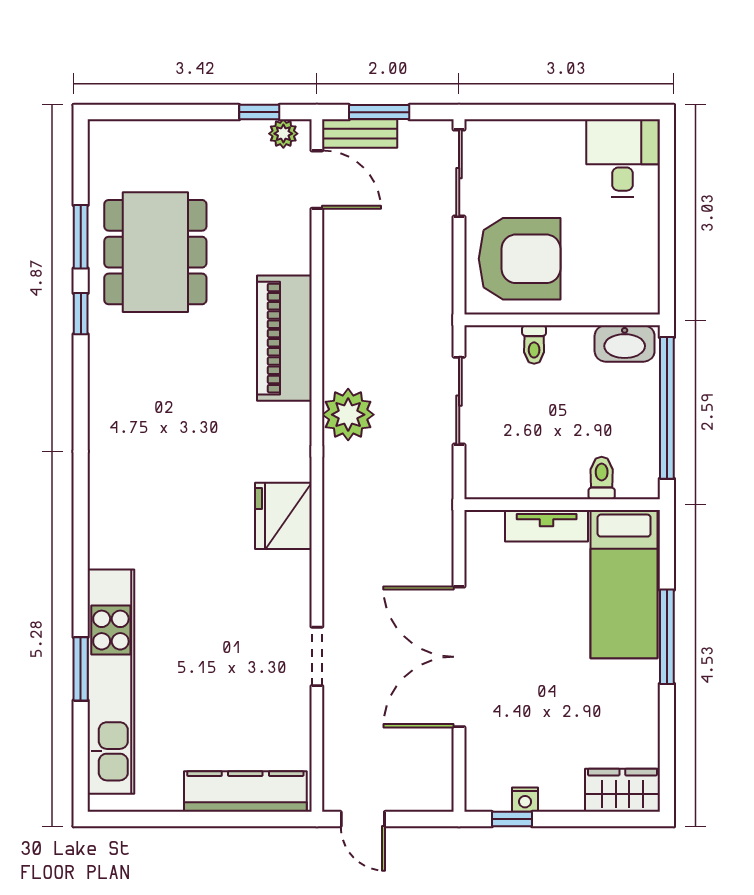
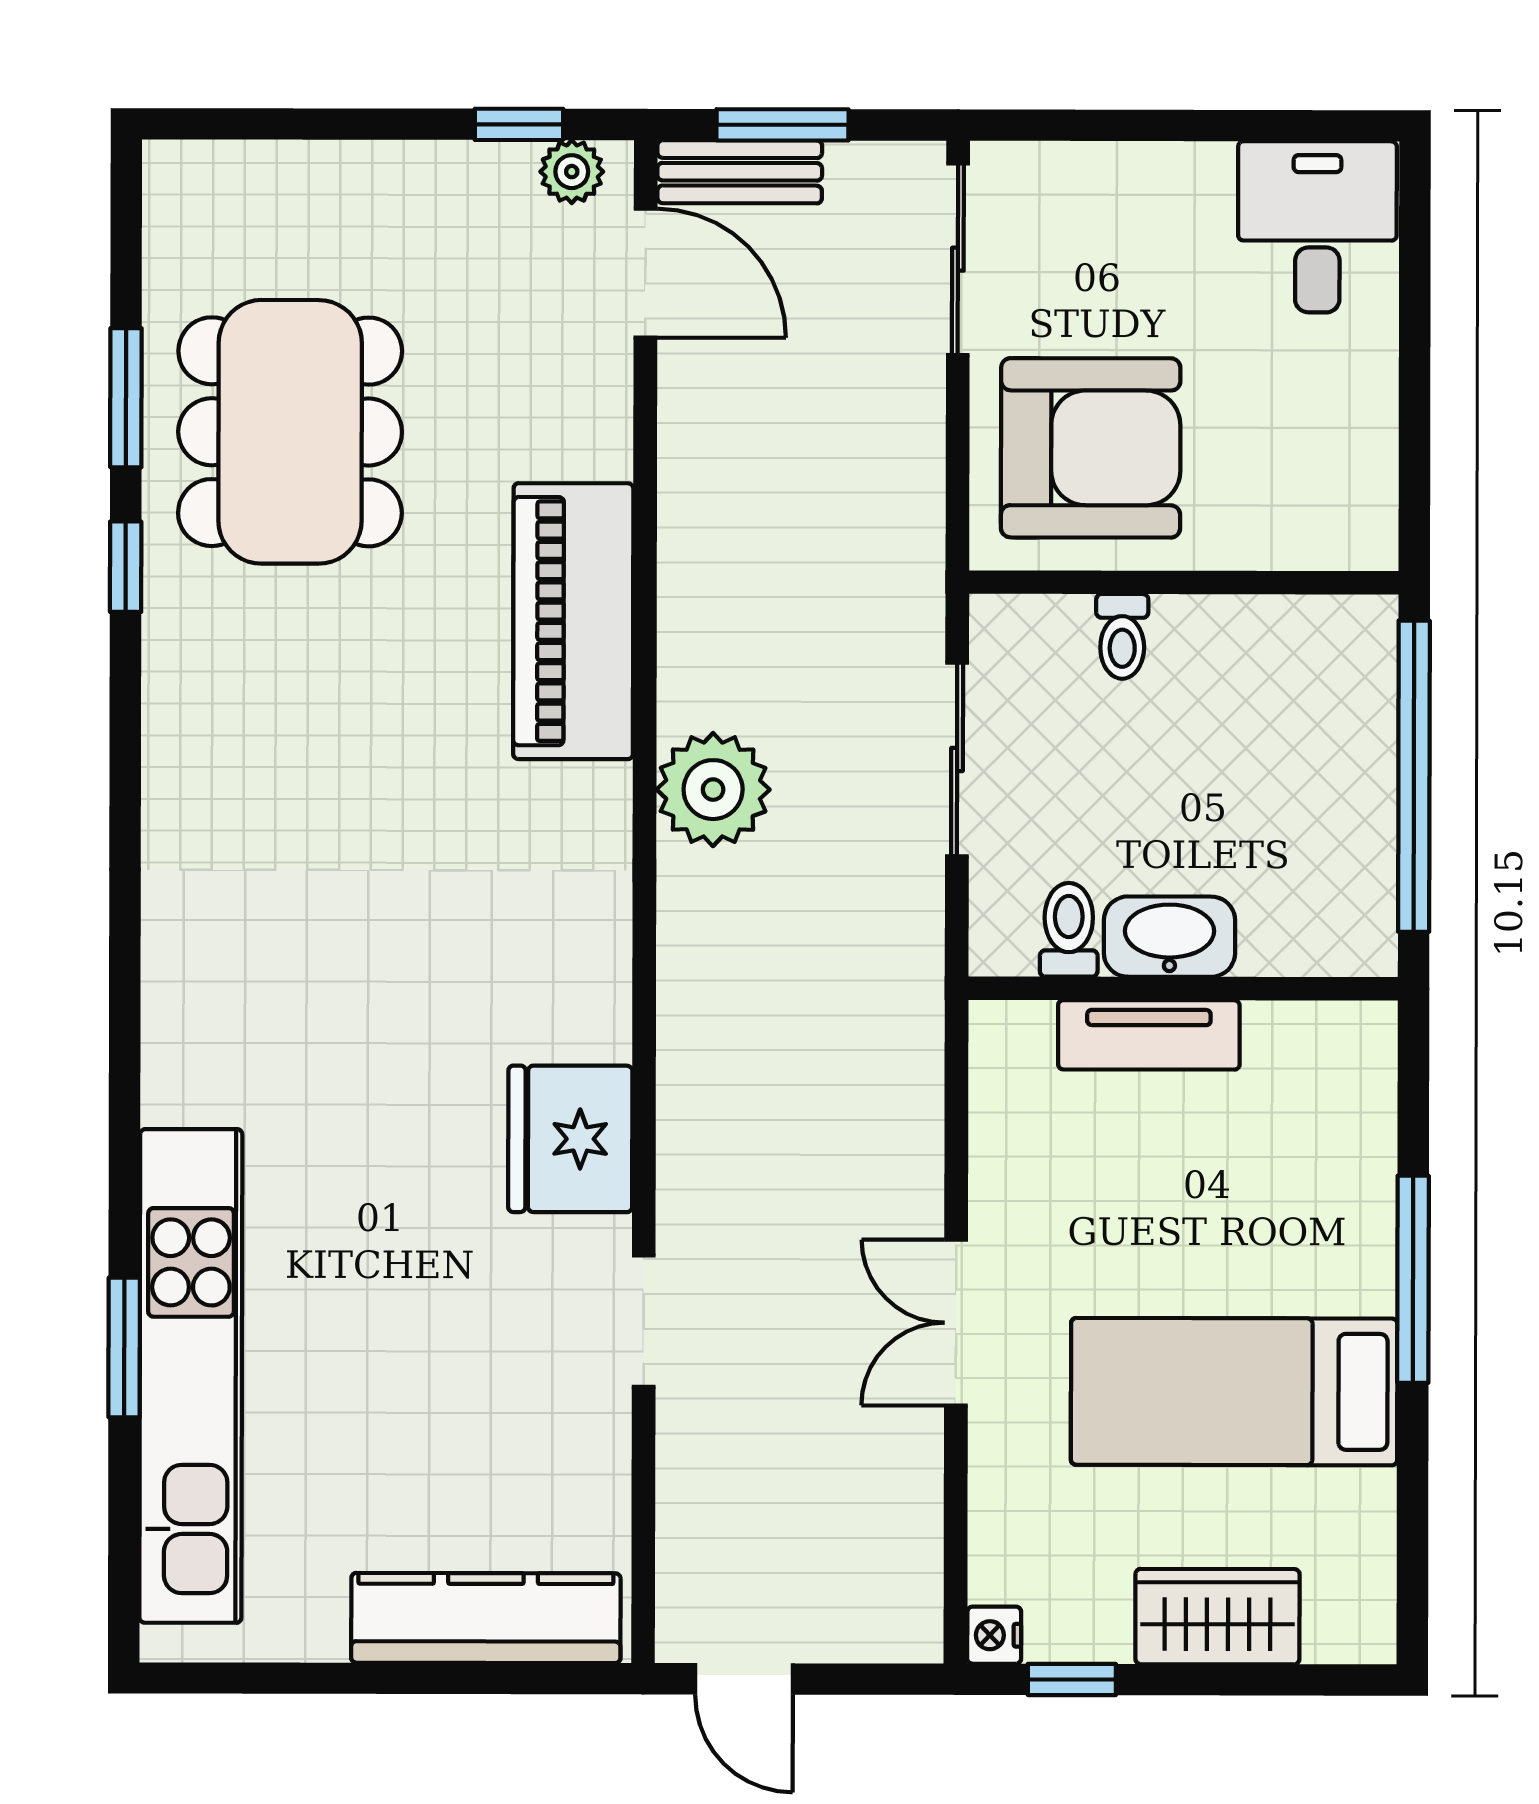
washbasin: (625, 343) -> (1169, 937), moved, turned 180
toilet: (602, 478) -> (1069, 930), moved
fridge: (283, 516) -> (570, 1139), moved
bed: (624, 584) -> (1234, 1392), moved, turned 90
double door: (459, 657) -> (956, 1323), width x0.54
wardrobe: (622, 790) -> (1217, 1617), moved
nightstand: (525, 800) -> (994, 1635), moved, turned 90

